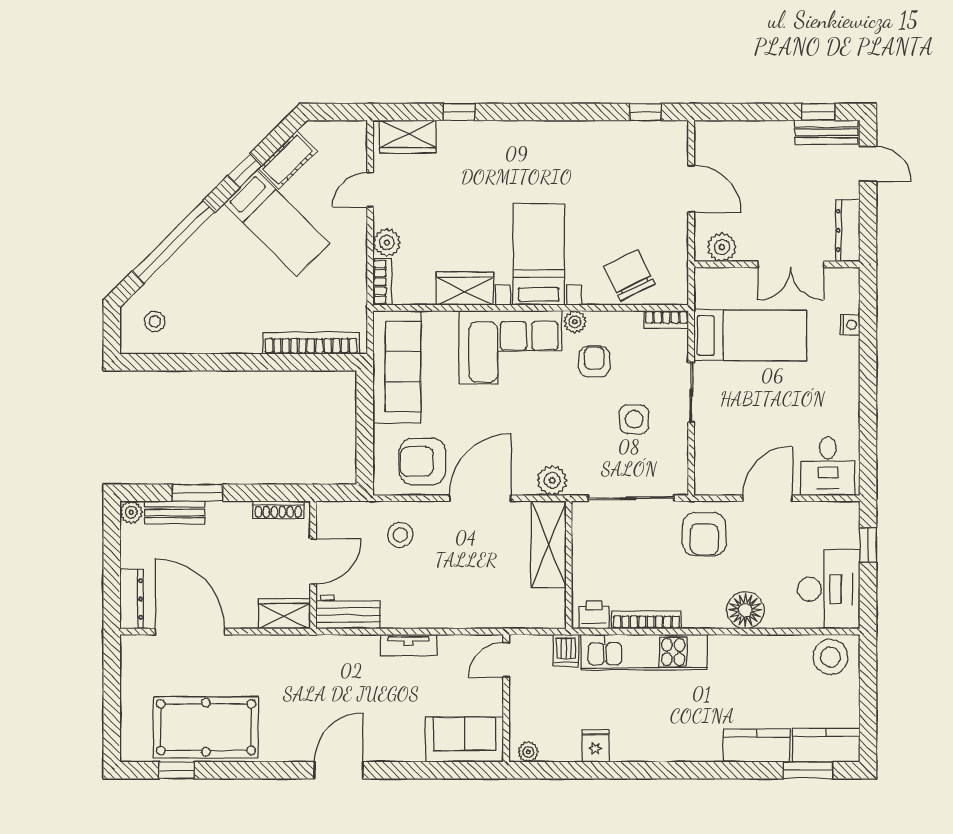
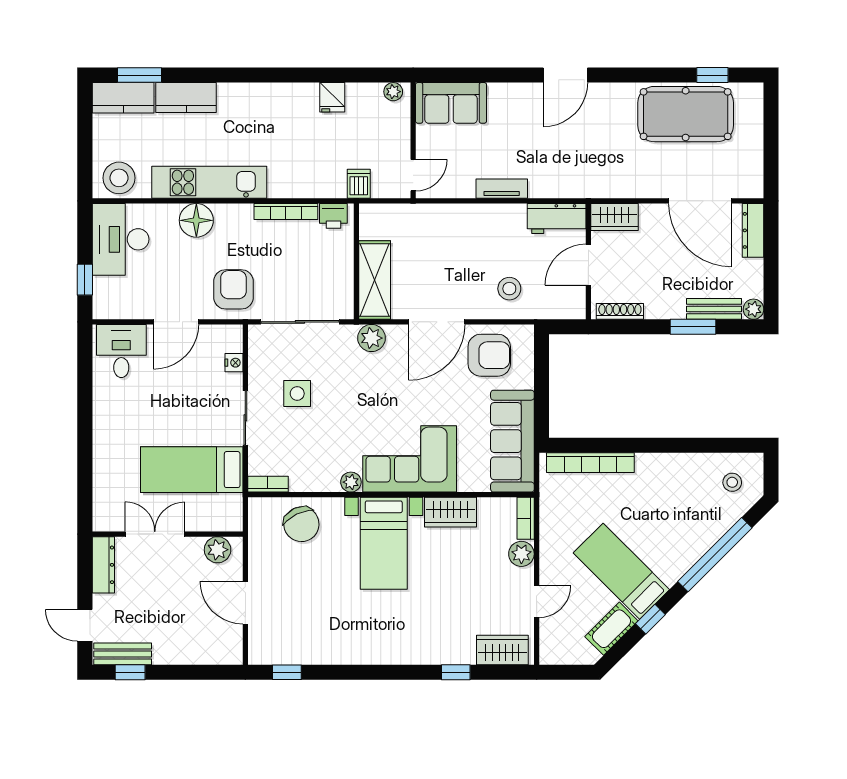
nightstand: (850, 325) -> (234, 363), moved, turned 180
armchair: (594, 362) -> (333, 446), removed
kitchen unit: (644, 652) -> (209, 182), moved

